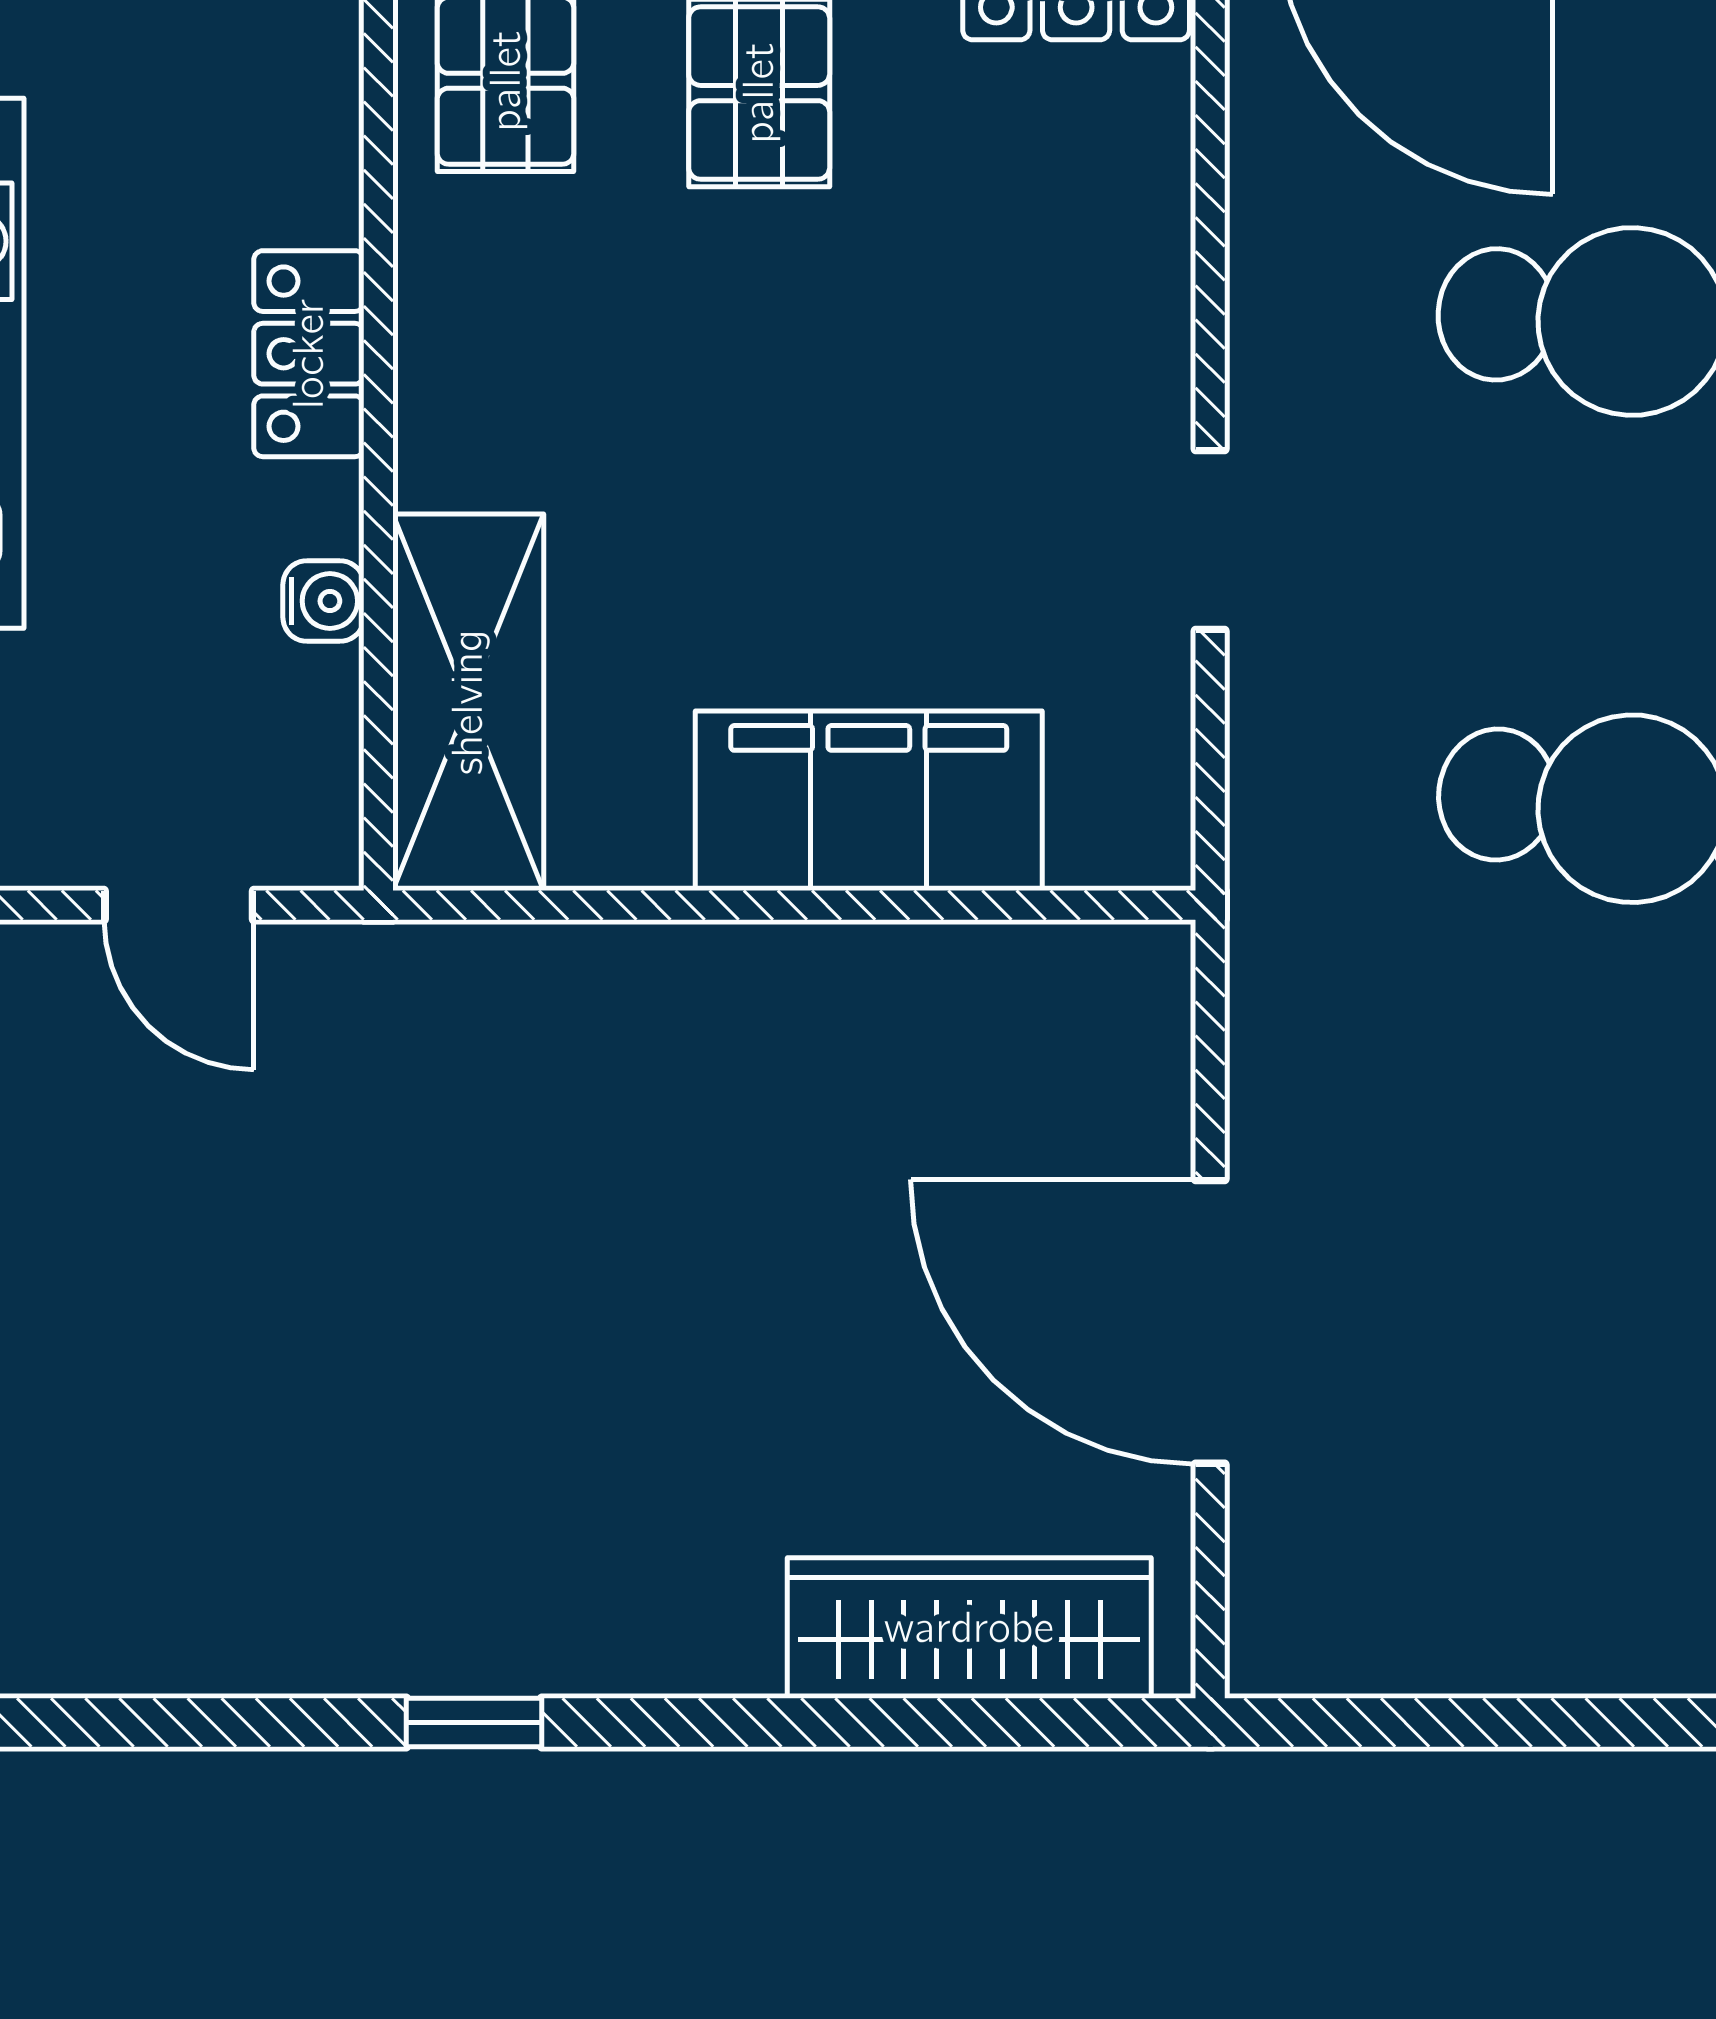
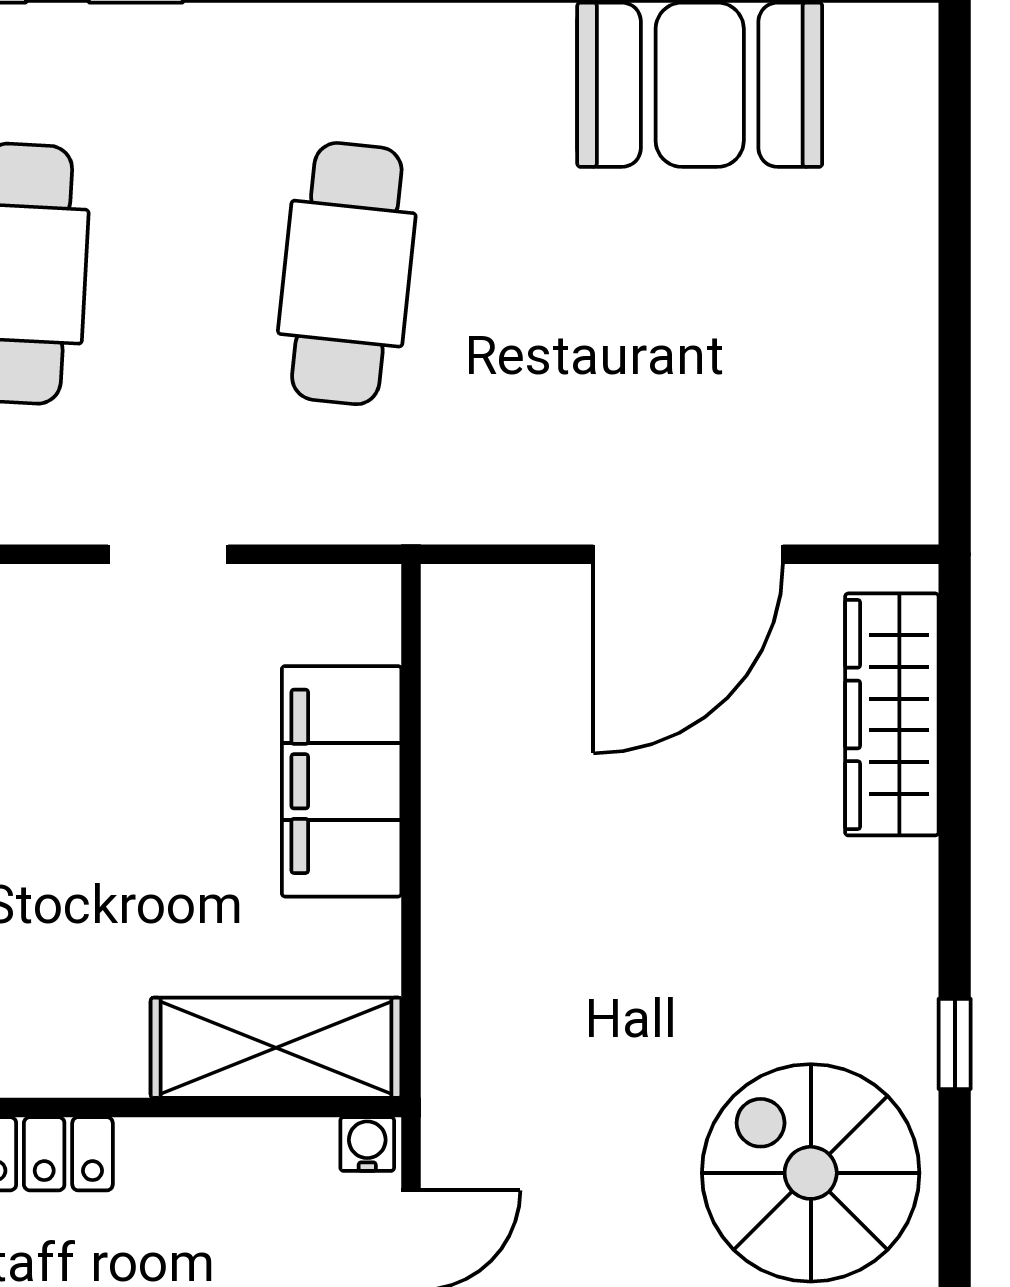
water cooler: (323, 601) -> (367, 1144), moved
spiral stairs: (280, 1506) -> (811, 1173), added

